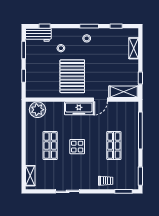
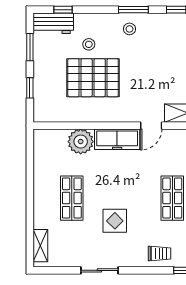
pallet: (72, 76) -> (93, 78), moved, turned 90
plant: (38, 110) -> (81, 142), moved
display table: (77, 147) -> (115, 221), moved

